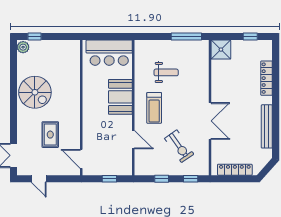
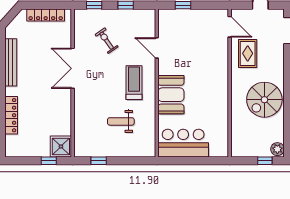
window: (186, 36) -> (99, 161), width x0.46
window: (250, 36) -> (49, 161), moved
spiral stairs: (35, 92) -> (264, 100), turned -90
wall: (81, 108) -> (230, 83), moved
exercise bike: (179, 146) -> (107, 41), width x0.73, depth x0.72
door: (81, 159) -> (230, 27), moved

